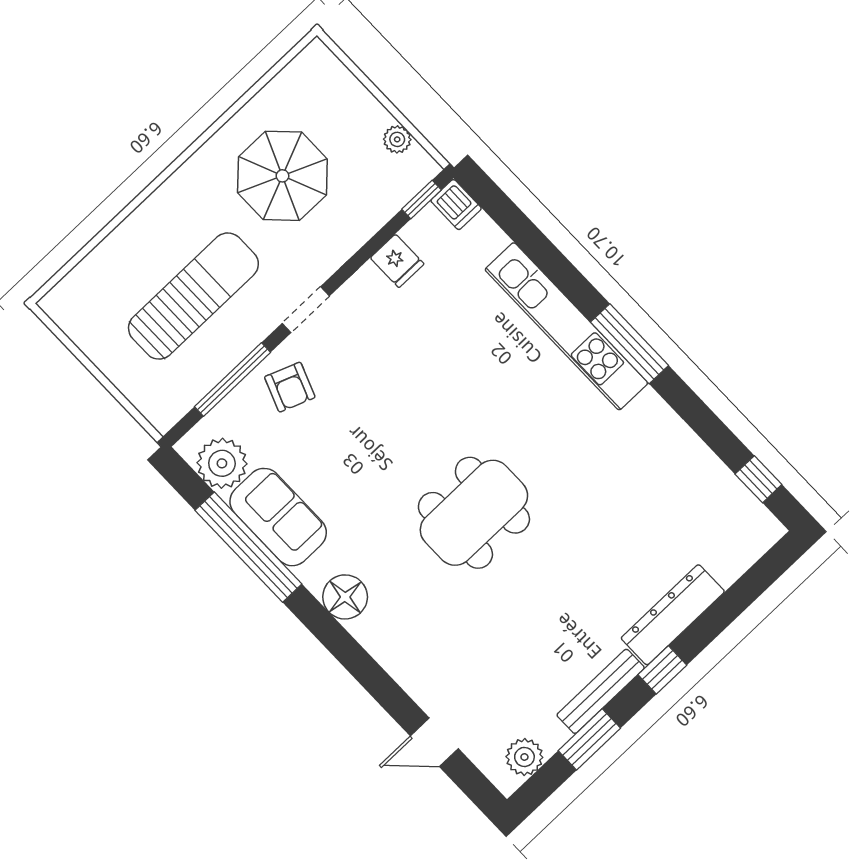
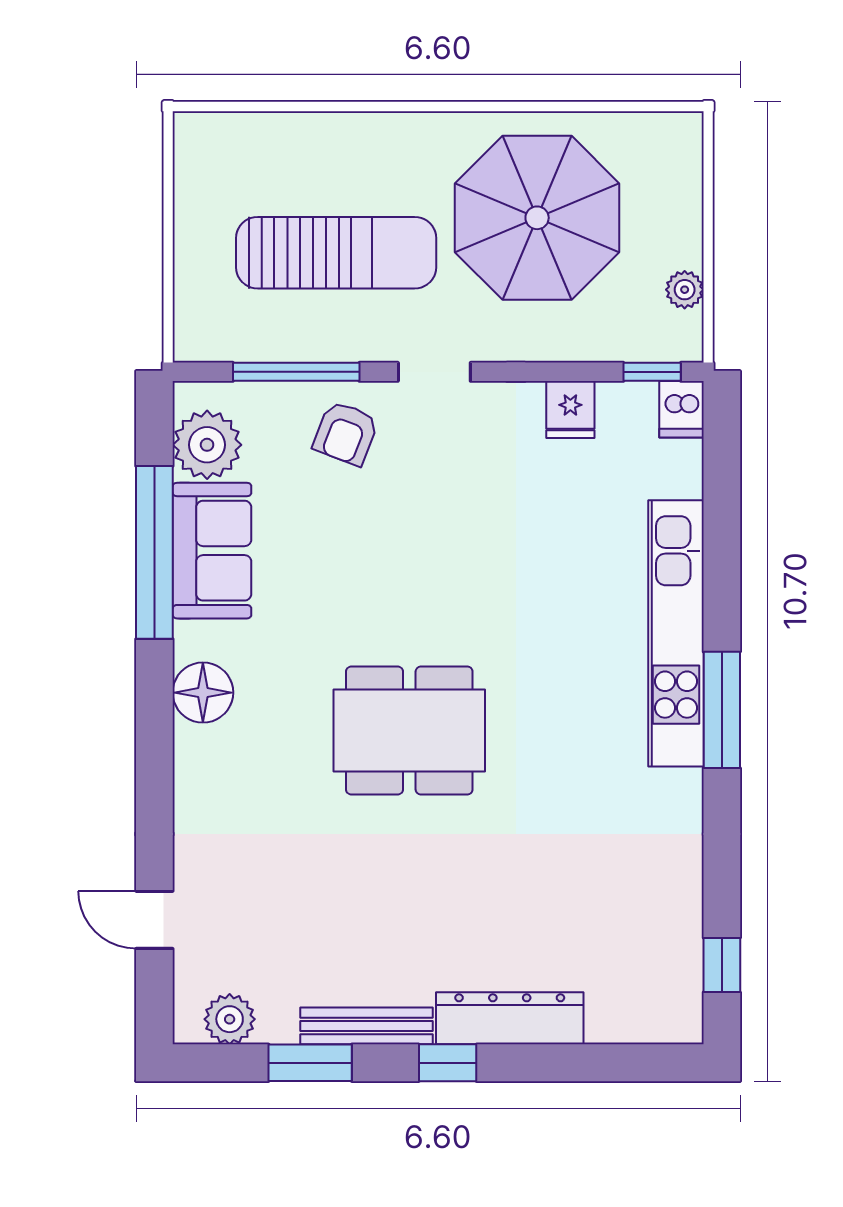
parasol: (282, 176) -> (537, 218), width x1.36, depth x1.36

